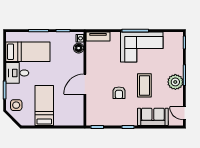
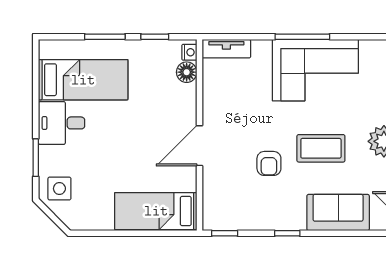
coffee table: (144, 85) -> (321, 148), turned 90
bed: (44, 106) -> (156, 211), moved, turned -90

